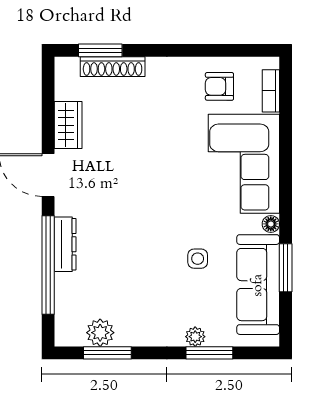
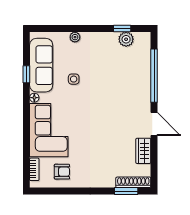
shoe rack: (113, 67) -> (133, 182), moved
dresser: (65, 244) -> (145, 87), removed
window: (286, 268) -> (26, 74), width x0.67
window: (107, 353) -> (122, 28), width x0.67
window: (209, 353) -> (67, 28), removed

